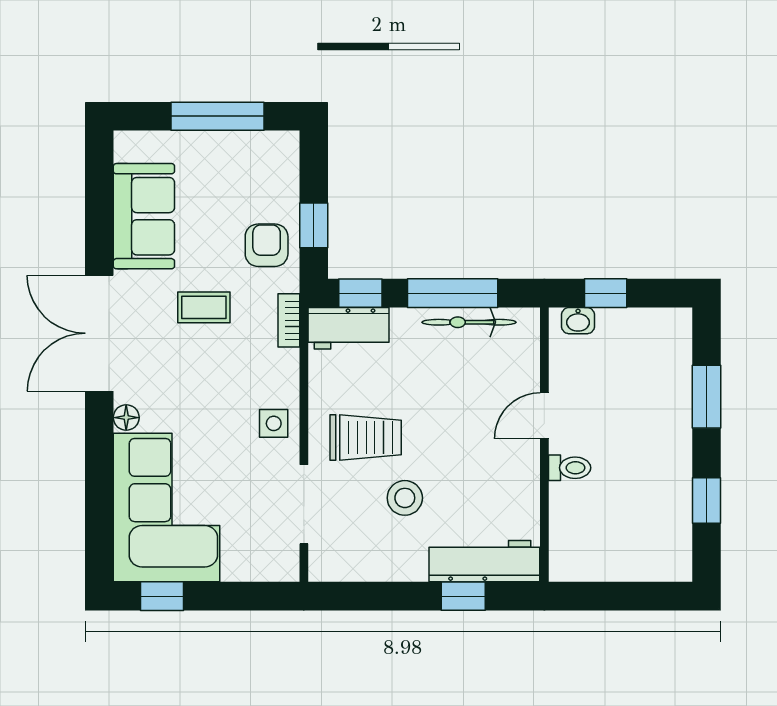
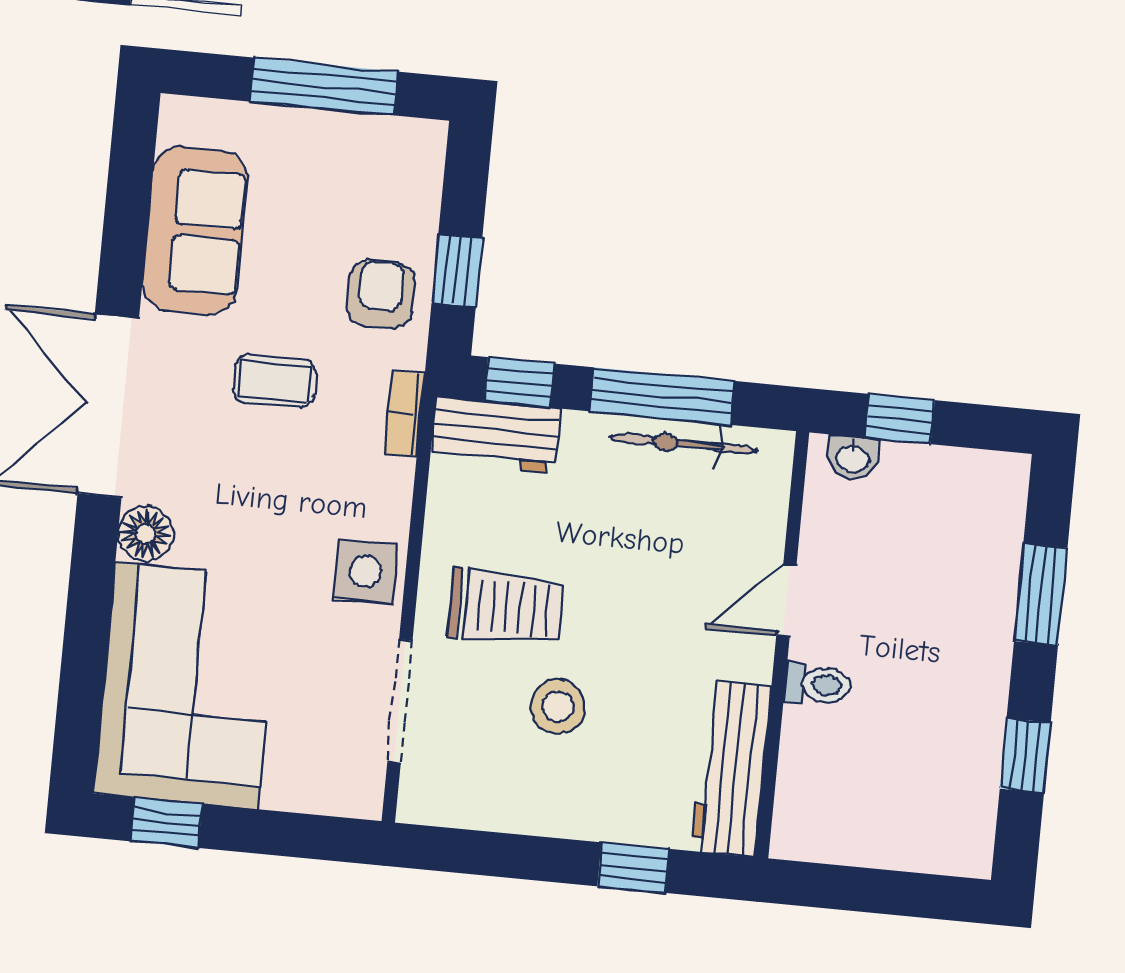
floor lamp: (126, 418) -> (146, 534), width x1.37, depth x1.37
side table: (274, 423) -> (365, 572), width x1.37, depth x1.37
workbench: (484, 561) -> (731, 768), moved, turned -90

